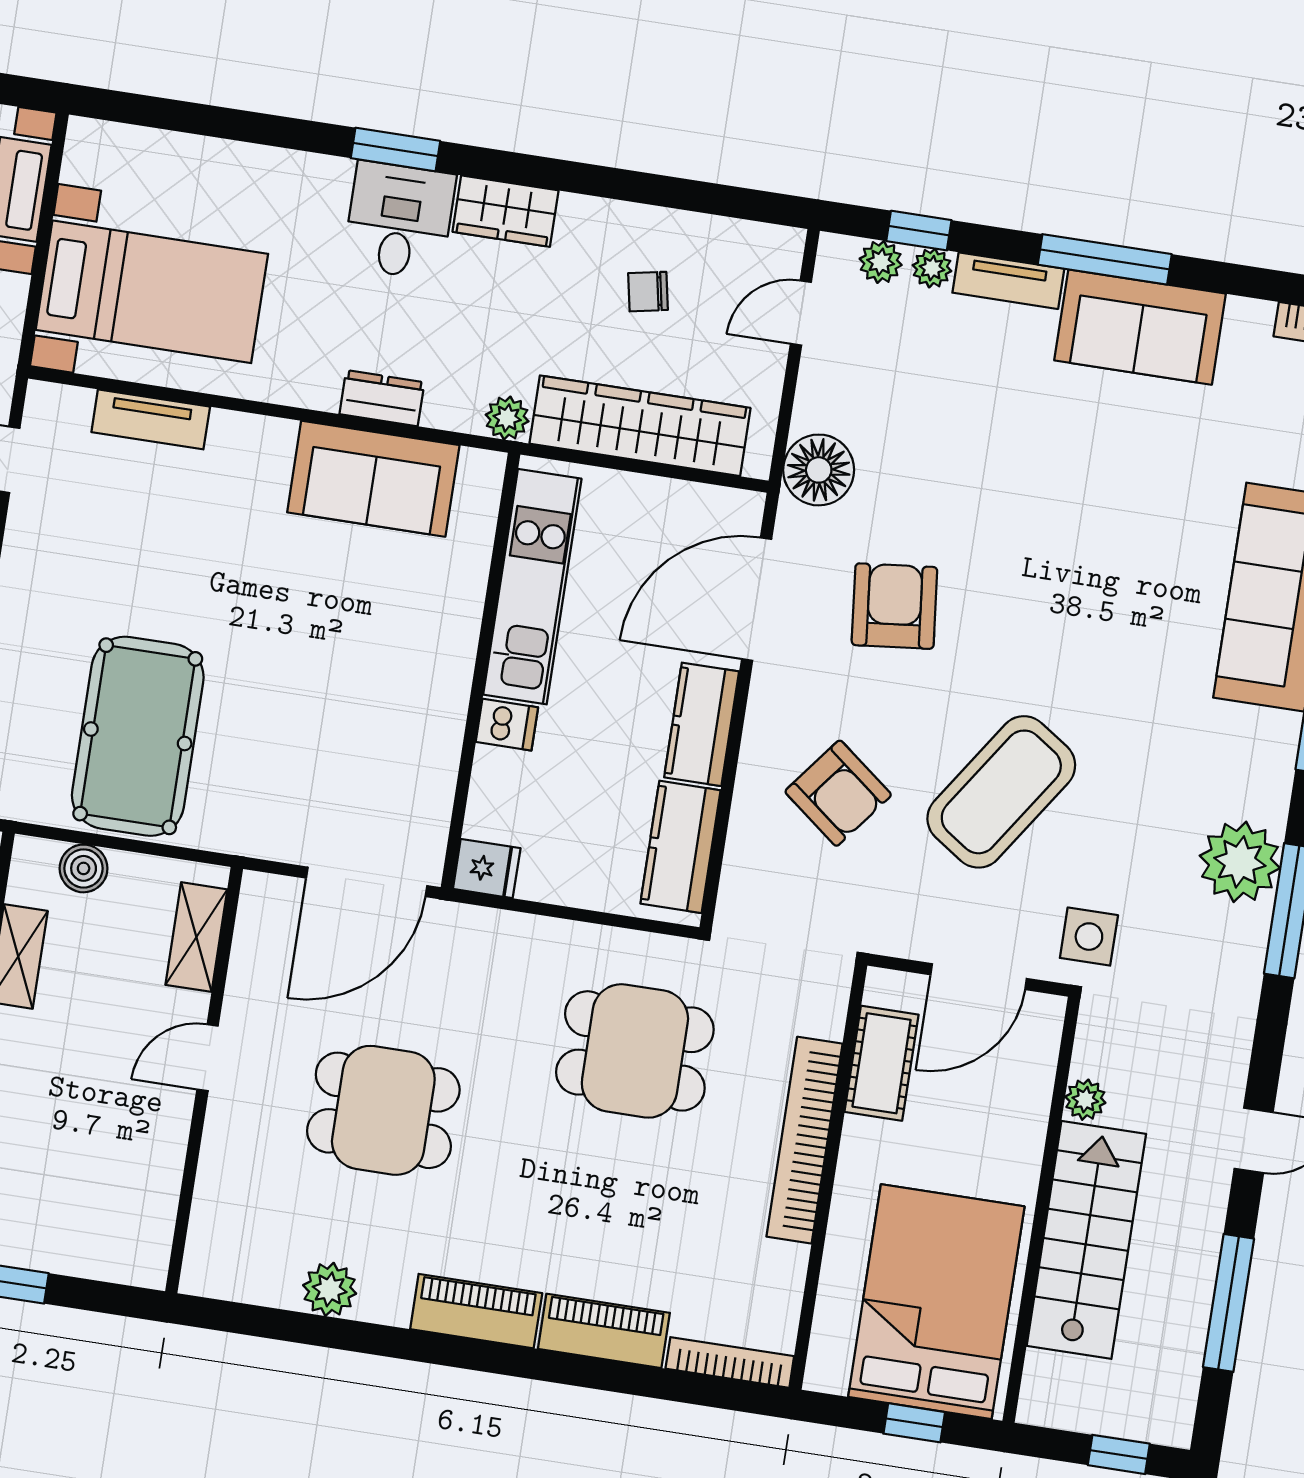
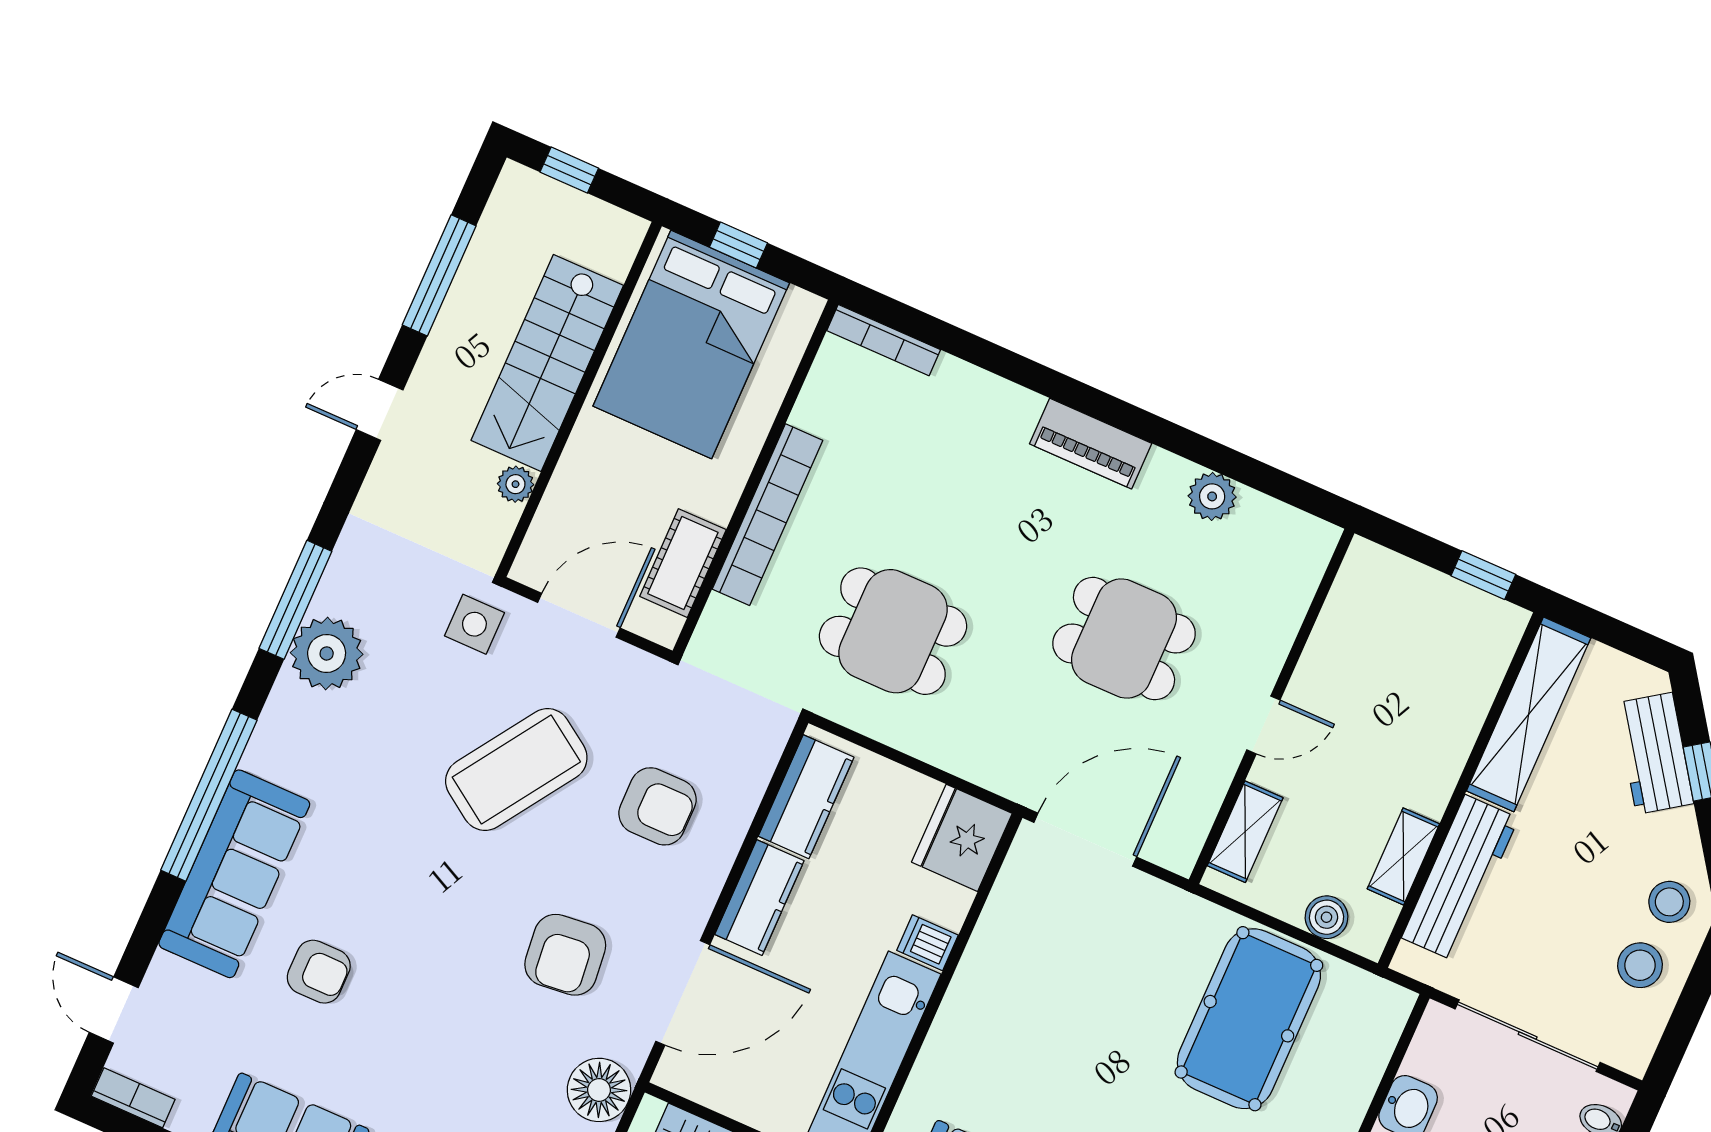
armchair: (1156, 516) -> (319, 972), added
armchair: (838, 793) -> (657, 806), turned 142
fridge: (487, 869) -> (962, 838), width x1.88, depth x1.34
piano: (604, 1331) -> (985, 397), removed

